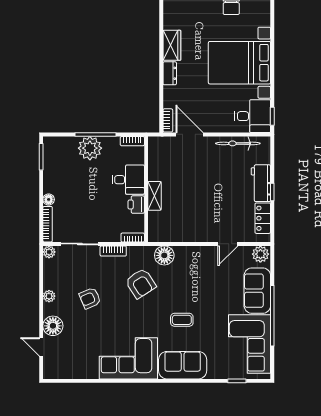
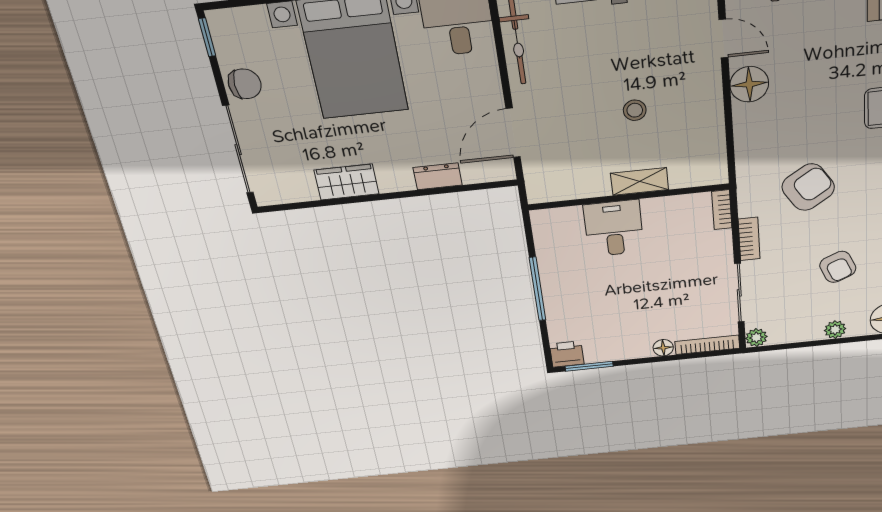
dresser: (170, 73) -> (438, 176), moved
bookcase: (168, 120) -> (492, 174), removed
bookcase: (132, 141) -> (541, 229), removed
plant: (90, 148) -> (564, 295), removed
stool: (195, 197) -> (635, 110), added
printer: (136, 205) -> (567, 354), moved, turned 180
floor lamp: (164, 255) -> (749, 84), moved

